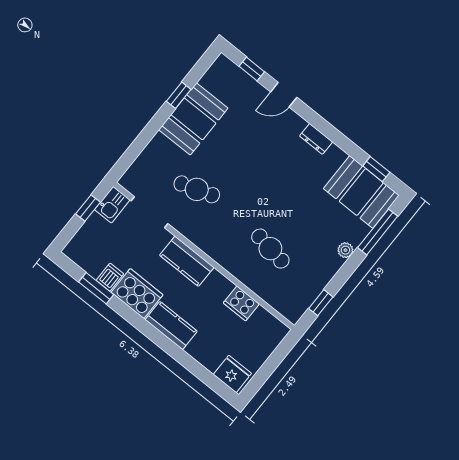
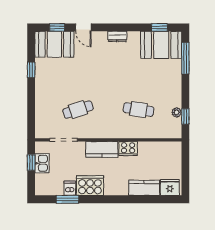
door: (284, 95) -> (83, 27), hinge flipped
booth: (193, 119) -> (54, 44), moved, turned 90
kitchen sink: (112, 205) -> (42, 163), moved
plant: (345, 250) -> (177, 112), moved
cooker: (241, 303) -> (128, 149), moved
kitchen counter: (171, 326) -> (144, 188), moved

